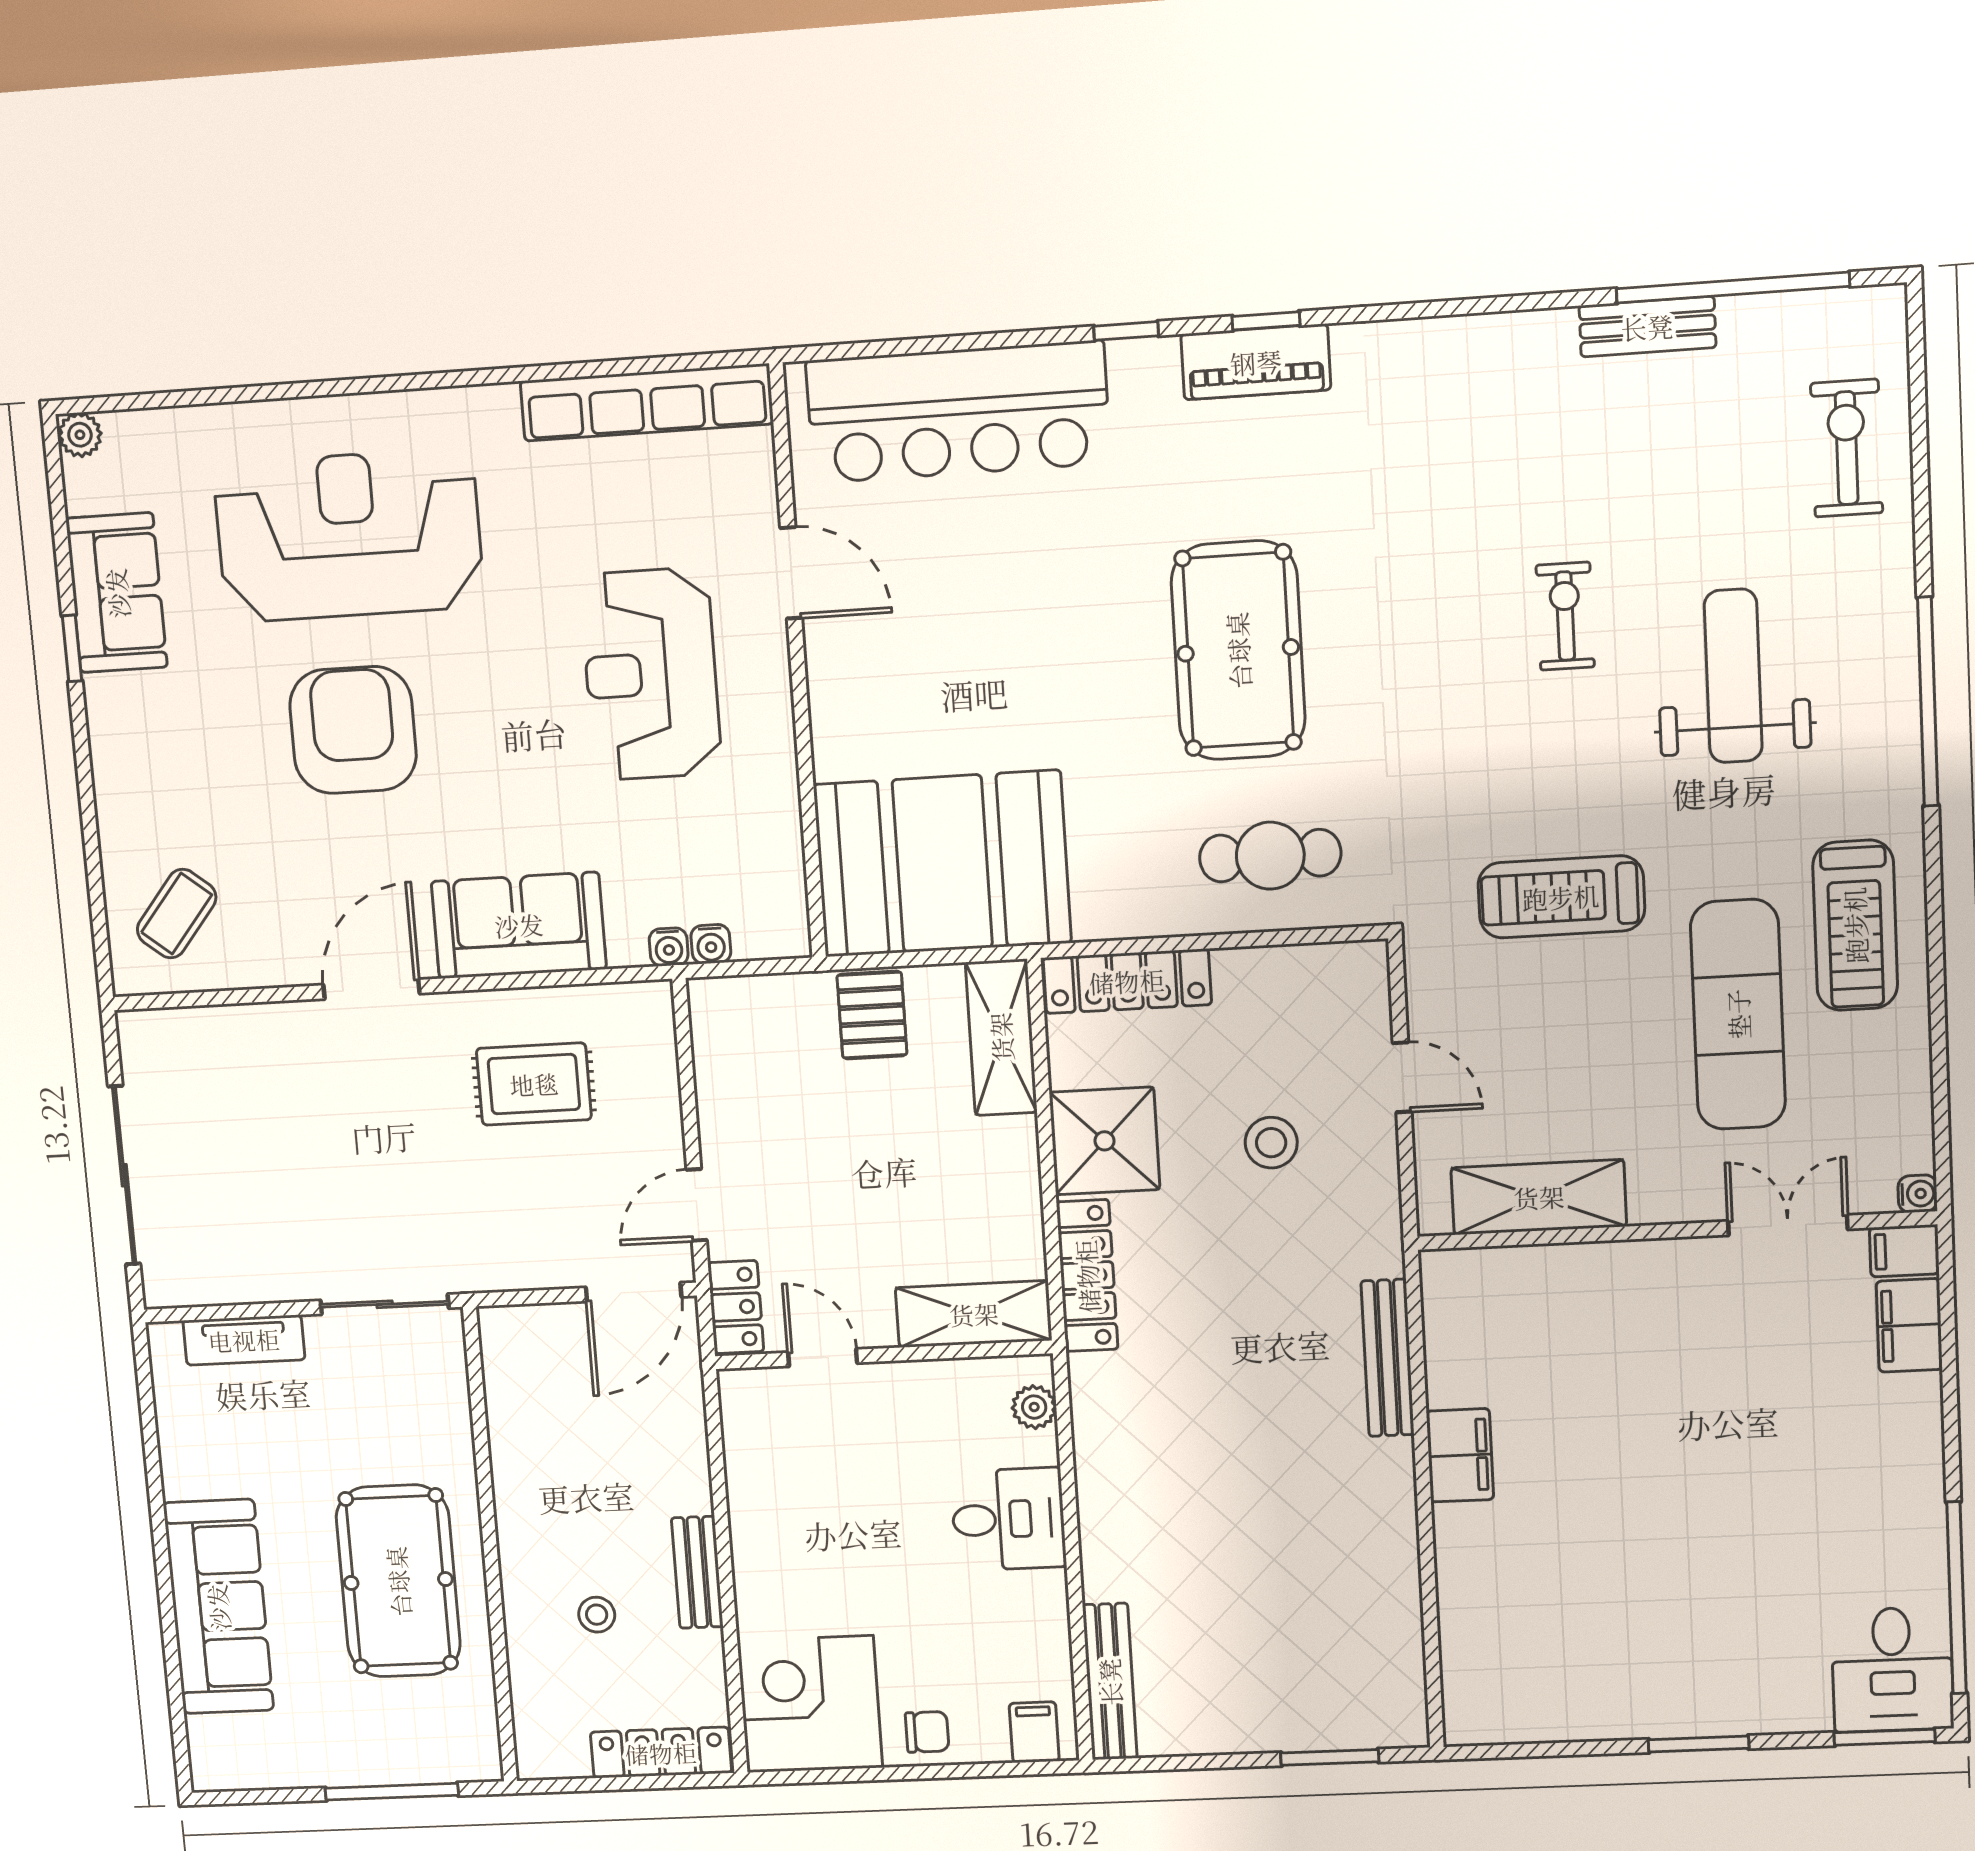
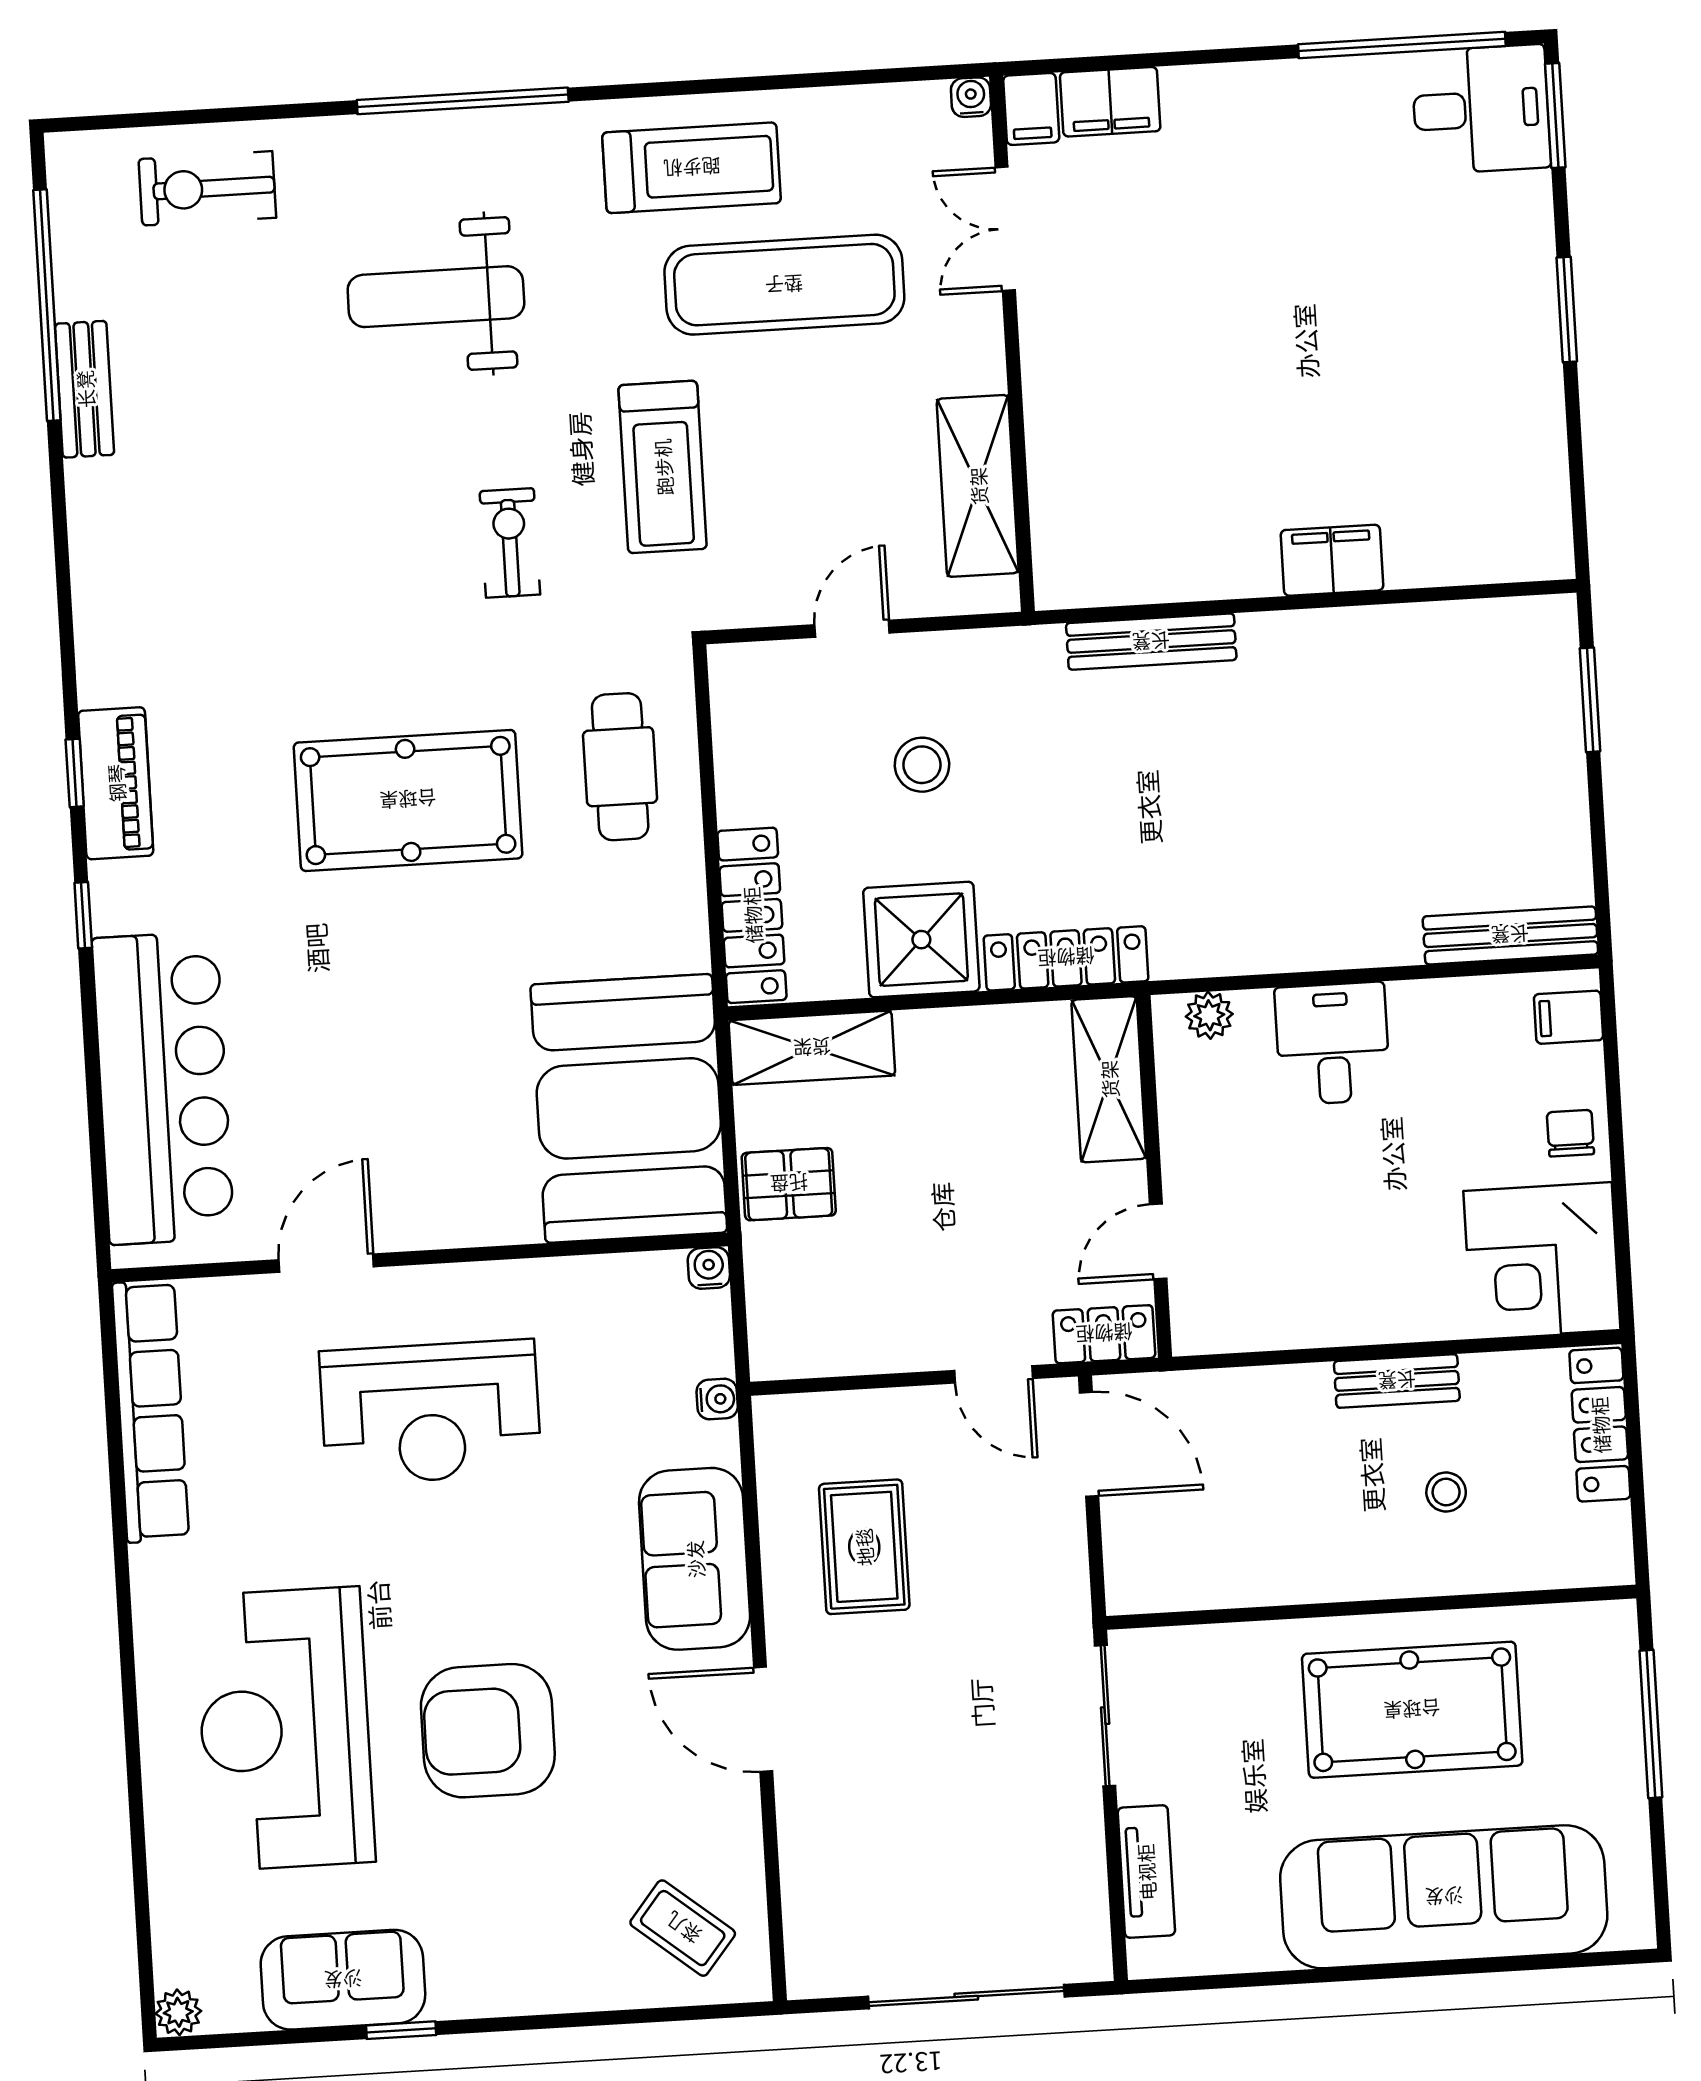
exercise bike: (1565, 616) -> (510, 543), moved, turned 90
water cooler: (711, 944) -> (709, 1268), moved, turned -90
filing cabinet: (1460, 1455) -> (1332, 560), moved
sofa: (218, 1607) -> (1444, 1897), width x1.36, depth x1.27

